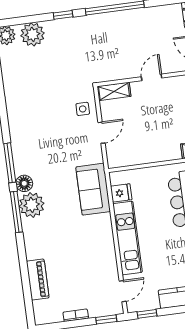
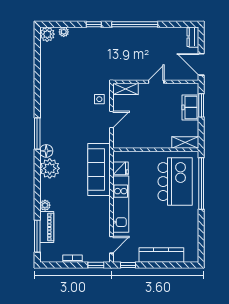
plant: (33, 34) -> (64, 32), width x0.53, depth x0.53
sofa: (93, 189) -> (99, 170), width x1.36
window: (16, 212) -> (37, 236), moved
plant: (32, 252) -> (45, 205), added

